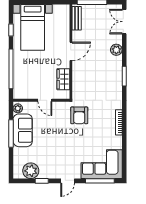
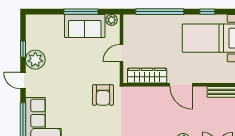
wardrobe: (63, 79) -> (147, 76), width x1.50
armchair: (79, 115) -> (103, 95), turned -90
plant: (31, 171) -> (35, 60), moved

